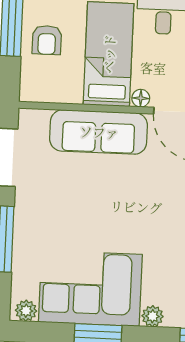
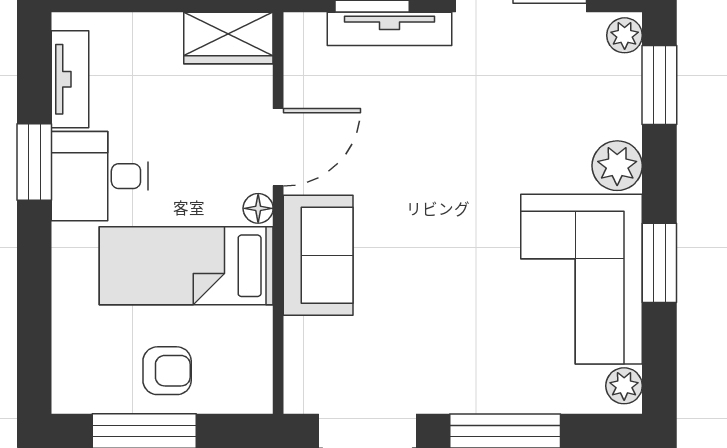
sofa: (99, 132) -> (318, 255), width x0.73
plant: (153, 316) -> (617, 166), width x1.38, depth x1.38

